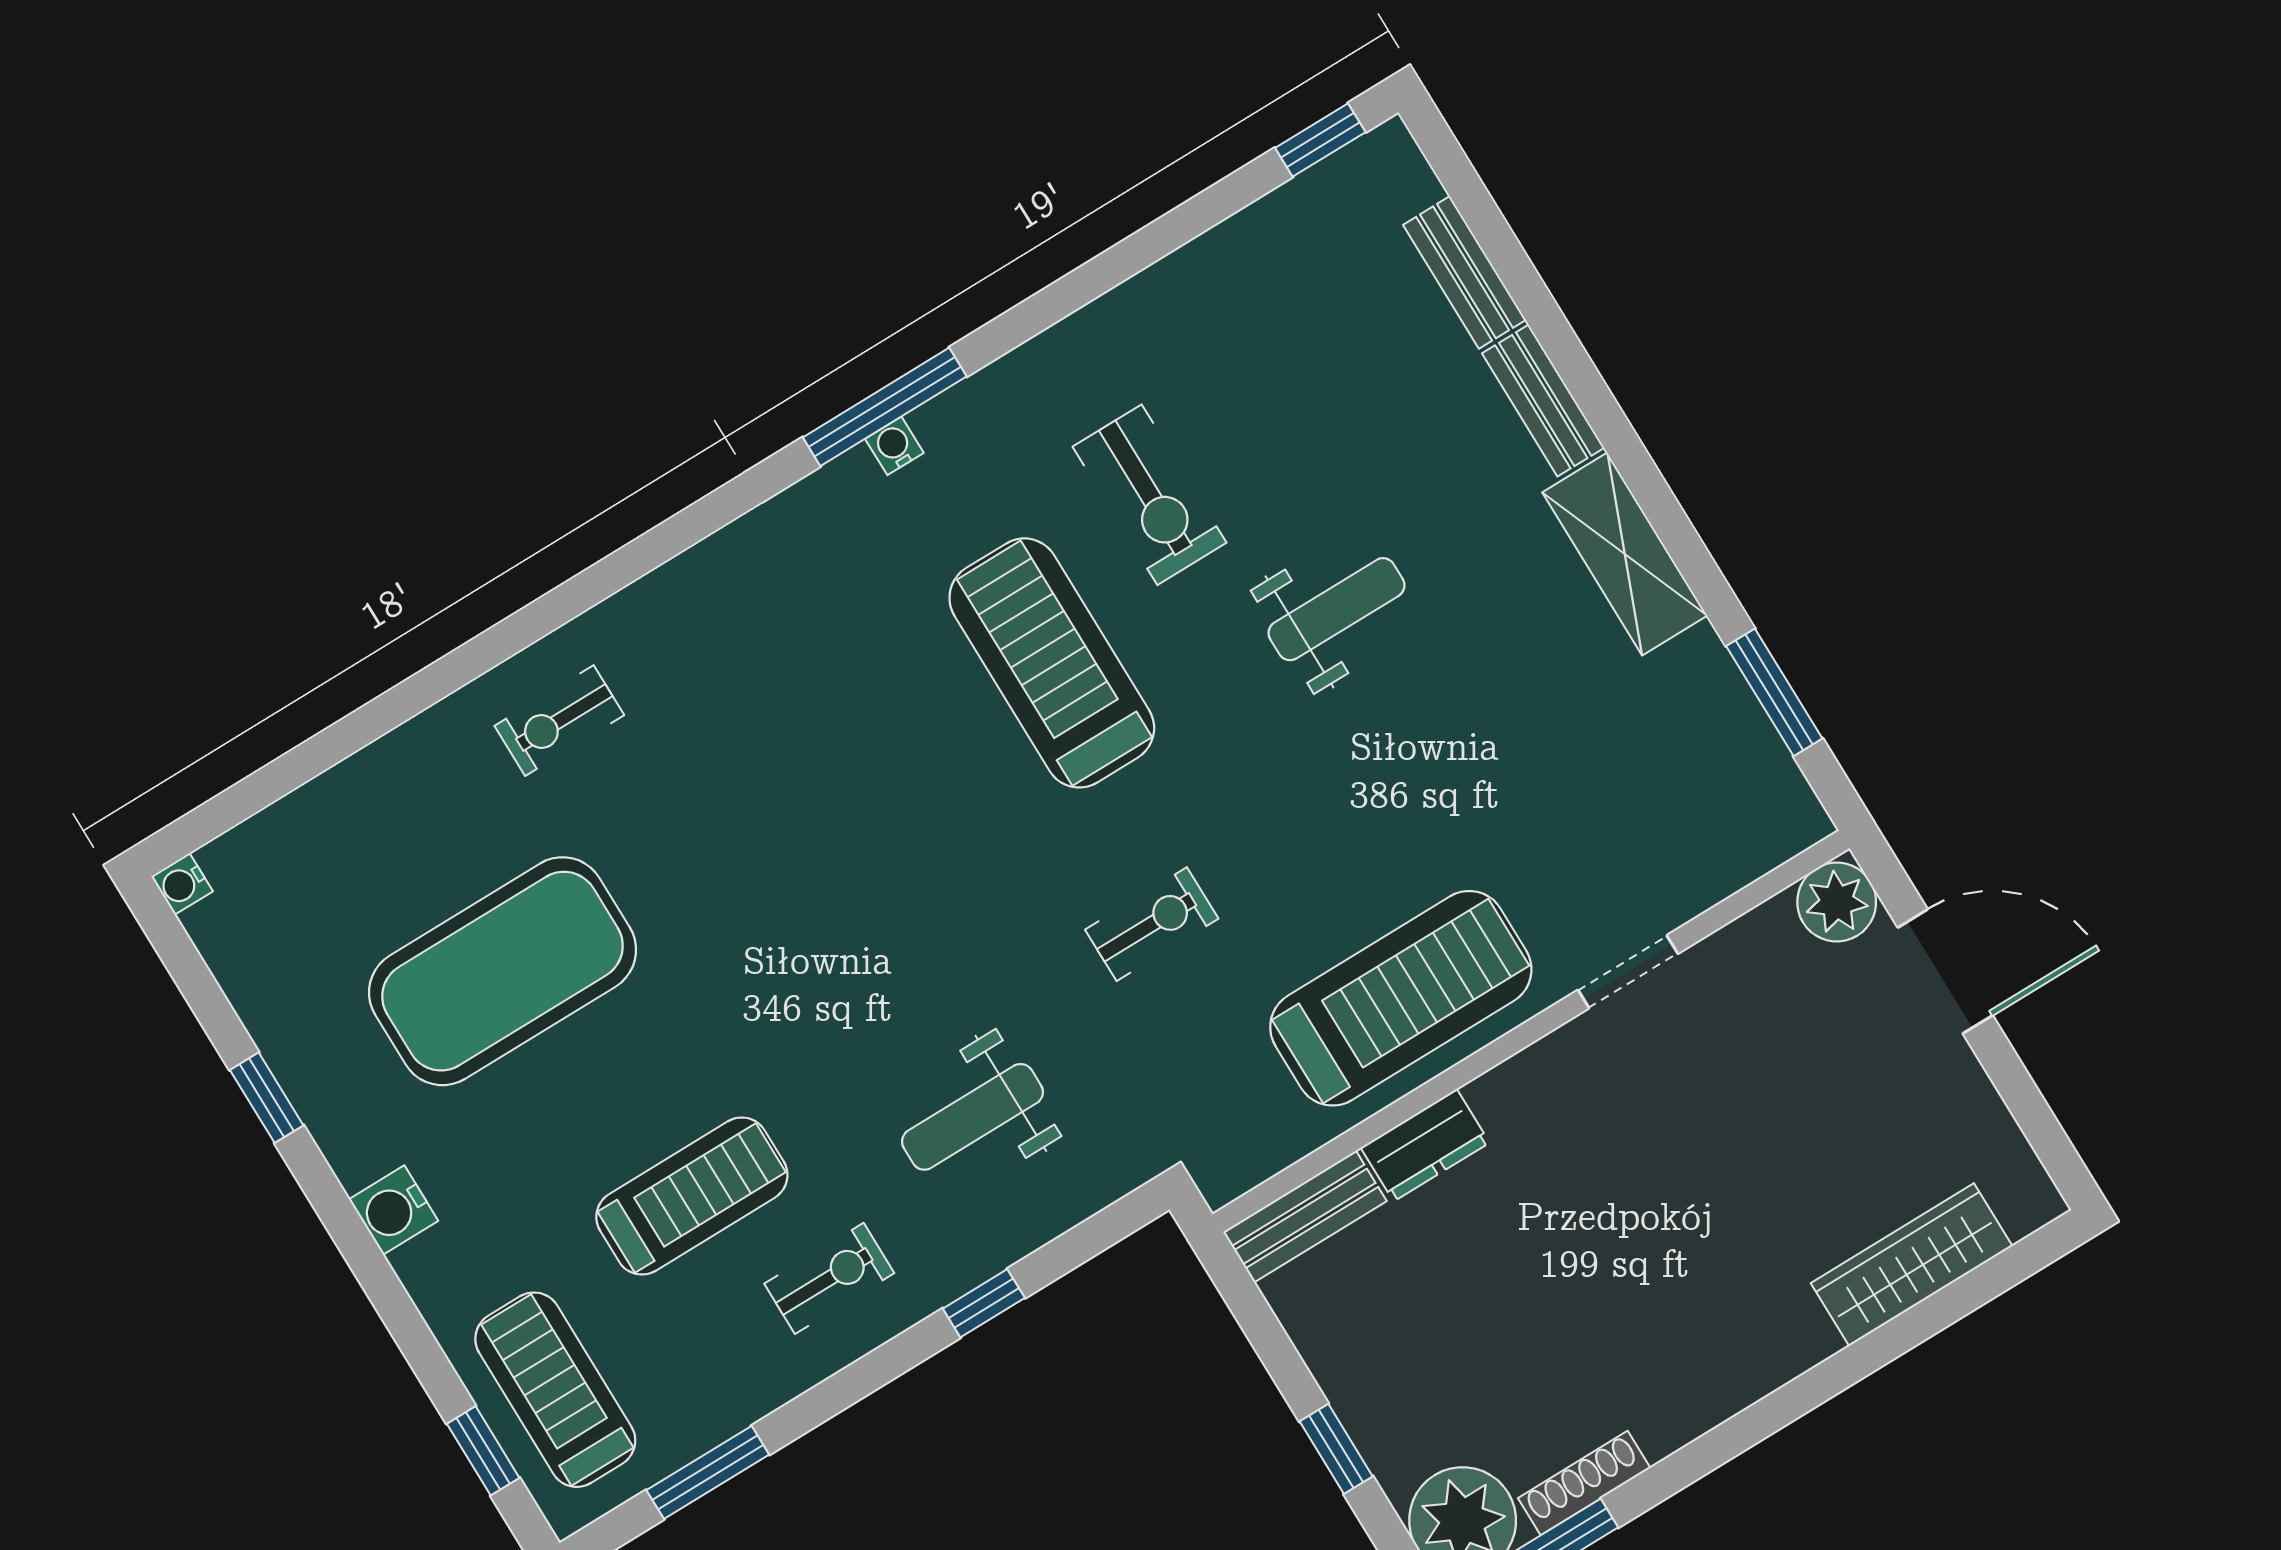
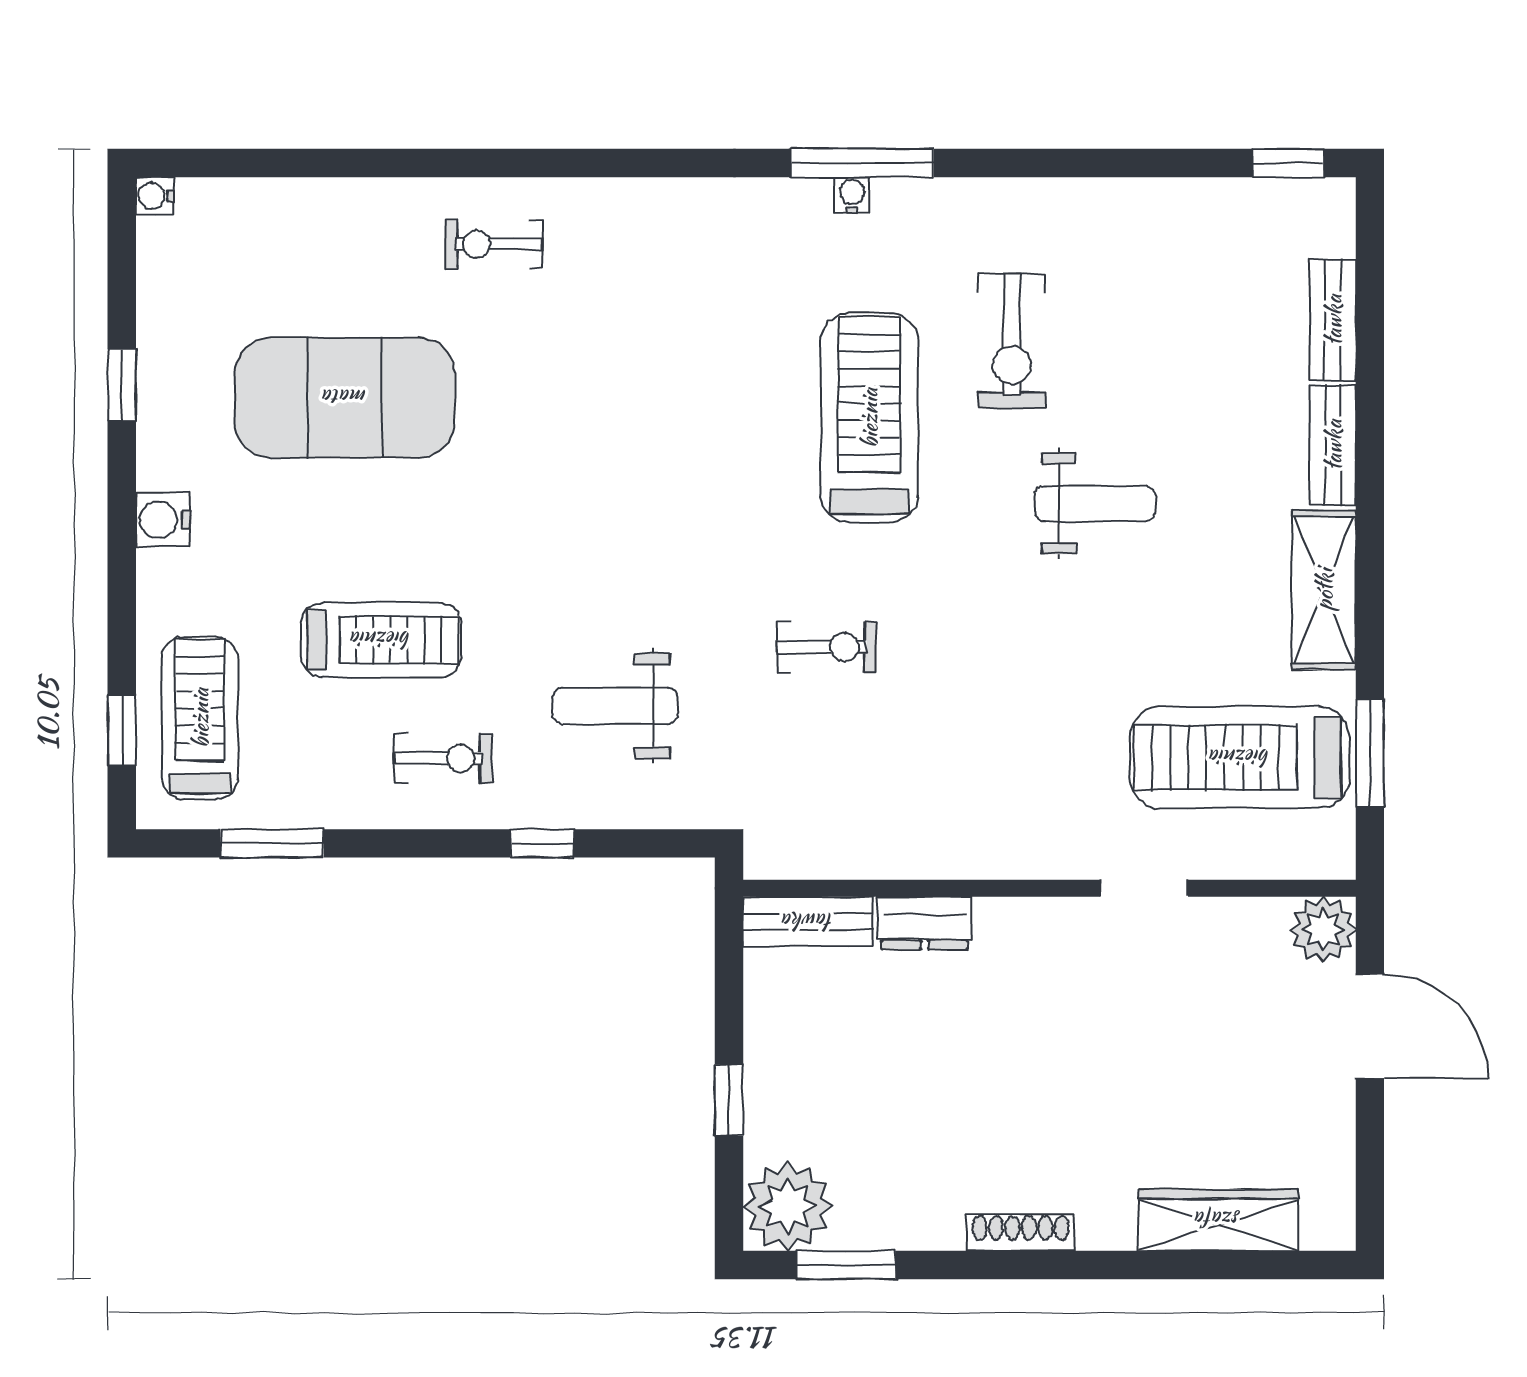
treadmill: (1401, 998) -> (1240, 758), moved, turned 180
shoe rack: (1584, 1483) -> (1021, 1233), moved

